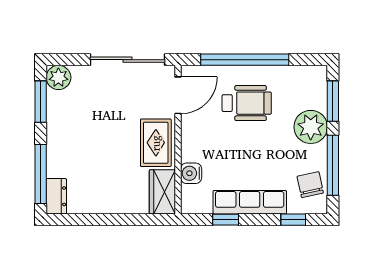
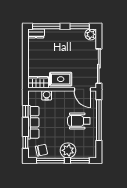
wheelchair: (247, 103) -> (79, 121), turned 90

